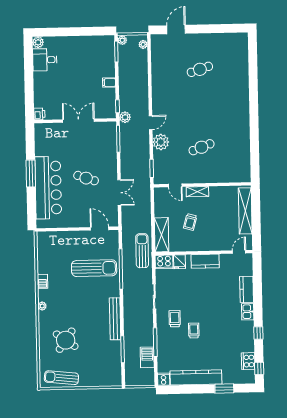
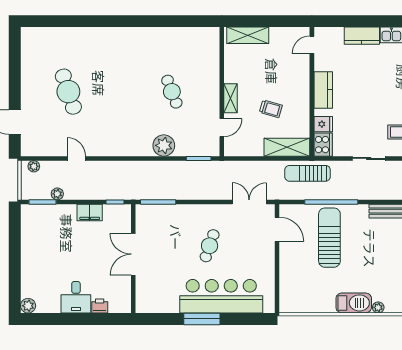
plant: (122, 40) -> (57, 194), moved
desk: (45, 60) -> (76, 297), moved
cafe table: (200, 69) -> (68, 92), width x1.37, depth x1.35
filing cabinet: (109, 83) -> (90, 213), width x2.00
printer: (39, 114) -> (100, 306), moved
plant: (125, 117) -> (130, 192), removed
door: (151, 123) -> (76, 158), moved
double door: (119, 193) -> (249, 202), moved
shelving: (245, 211) -> (248, 35), width x0.68
door: (100, 229) -> (277, 229), swing flipped
door: (239, 252) -> (312, 45), hinge flipped
barbecue: (42, 281) -> (354, 303), width x1.88, depth x1.53

